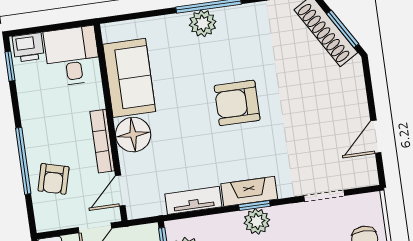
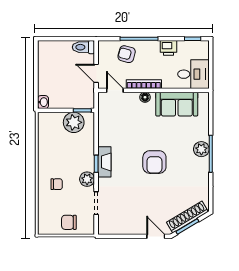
printer: (28, 47) -> (168, 48), moved, turned -90
armchair: (237, 103) -> (154, 162), turned 180
floor lamp: (133, 135) -> (145, 97), width x0.53, depth x0.53
door: (376, 137) -> (156, 236), moved
tv unit: (193, 200) -> (104, 130), removed
plant: (257, 221) -> (87, 179), moved

